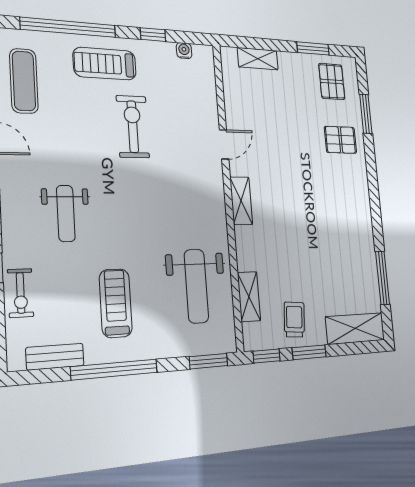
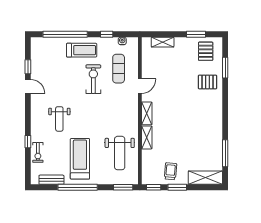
treadmill: (105, 64) -> (82, 50), turned 180
exercise mat: (24, 81) -> (119, 69), moved
shelving: (249, 297) -> (147, 137), moved
treadmill: (116, 303) -> (80, 159), width x1.37, depth x1.38

